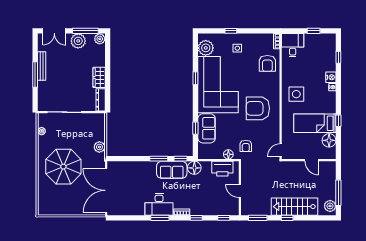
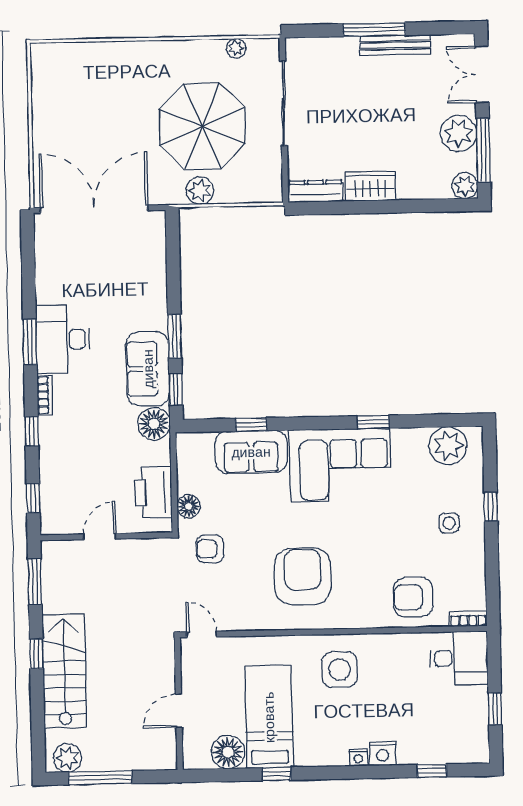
corner sofa: (218, 85) -> (340, 465), width x0.73, depth x0.74
parasol: (63, 167) -> (202, 126), moved

